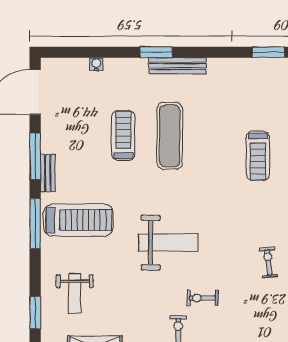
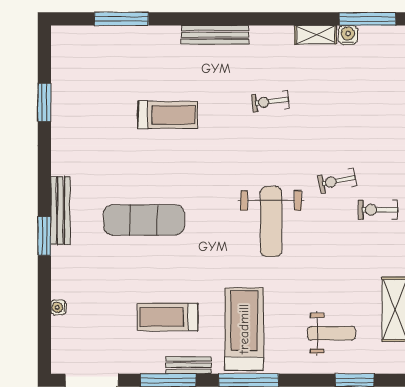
treadmill: (123, 135) -> (168, 317), moved
weight bench: (168, 243) -> (271, 222), turned 180
exercise bike: (268, 262) -> (270, 102), moved
exercise bike: (203, 298) -> (337, 181), turned 78

